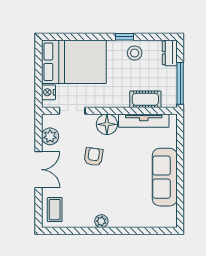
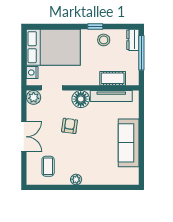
window: (180, 83) -> (141, 53), moved
plant: (50, 136) -> (34, 97), moved
coffee table: (55, 210) -> (48, 166), moved

